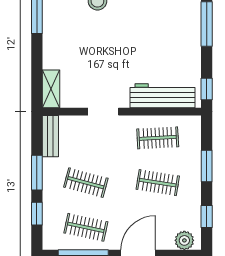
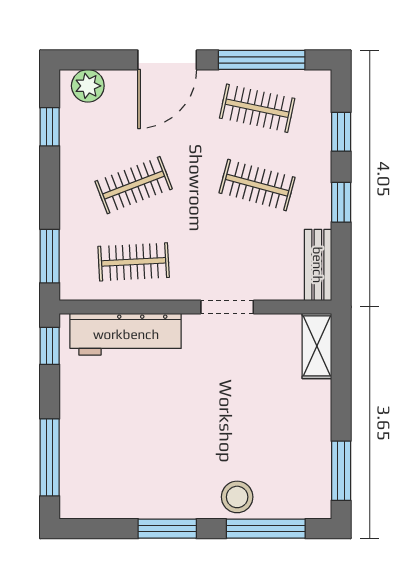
window: (207, 166) -> (50, 256), moved
window: (37, 173) -> (341, 202), width x0.67
clothes rail: (158, 183) -> (134, 185), turned -30

